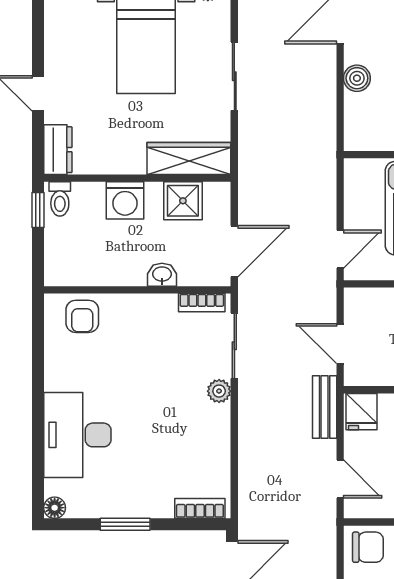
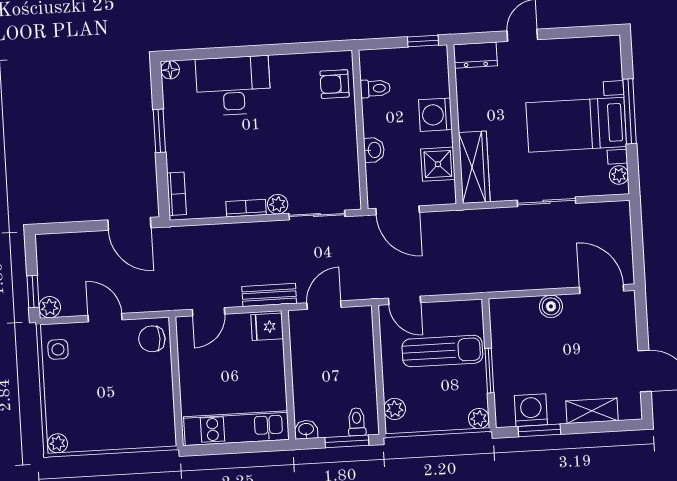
toilet: (60, 199) -> (375, 88), moved, turned 180
bookcase: (202, 303) -> (246, 208), moved, turned 90
chair: (368, 547) -> (152, 339), turned 90

